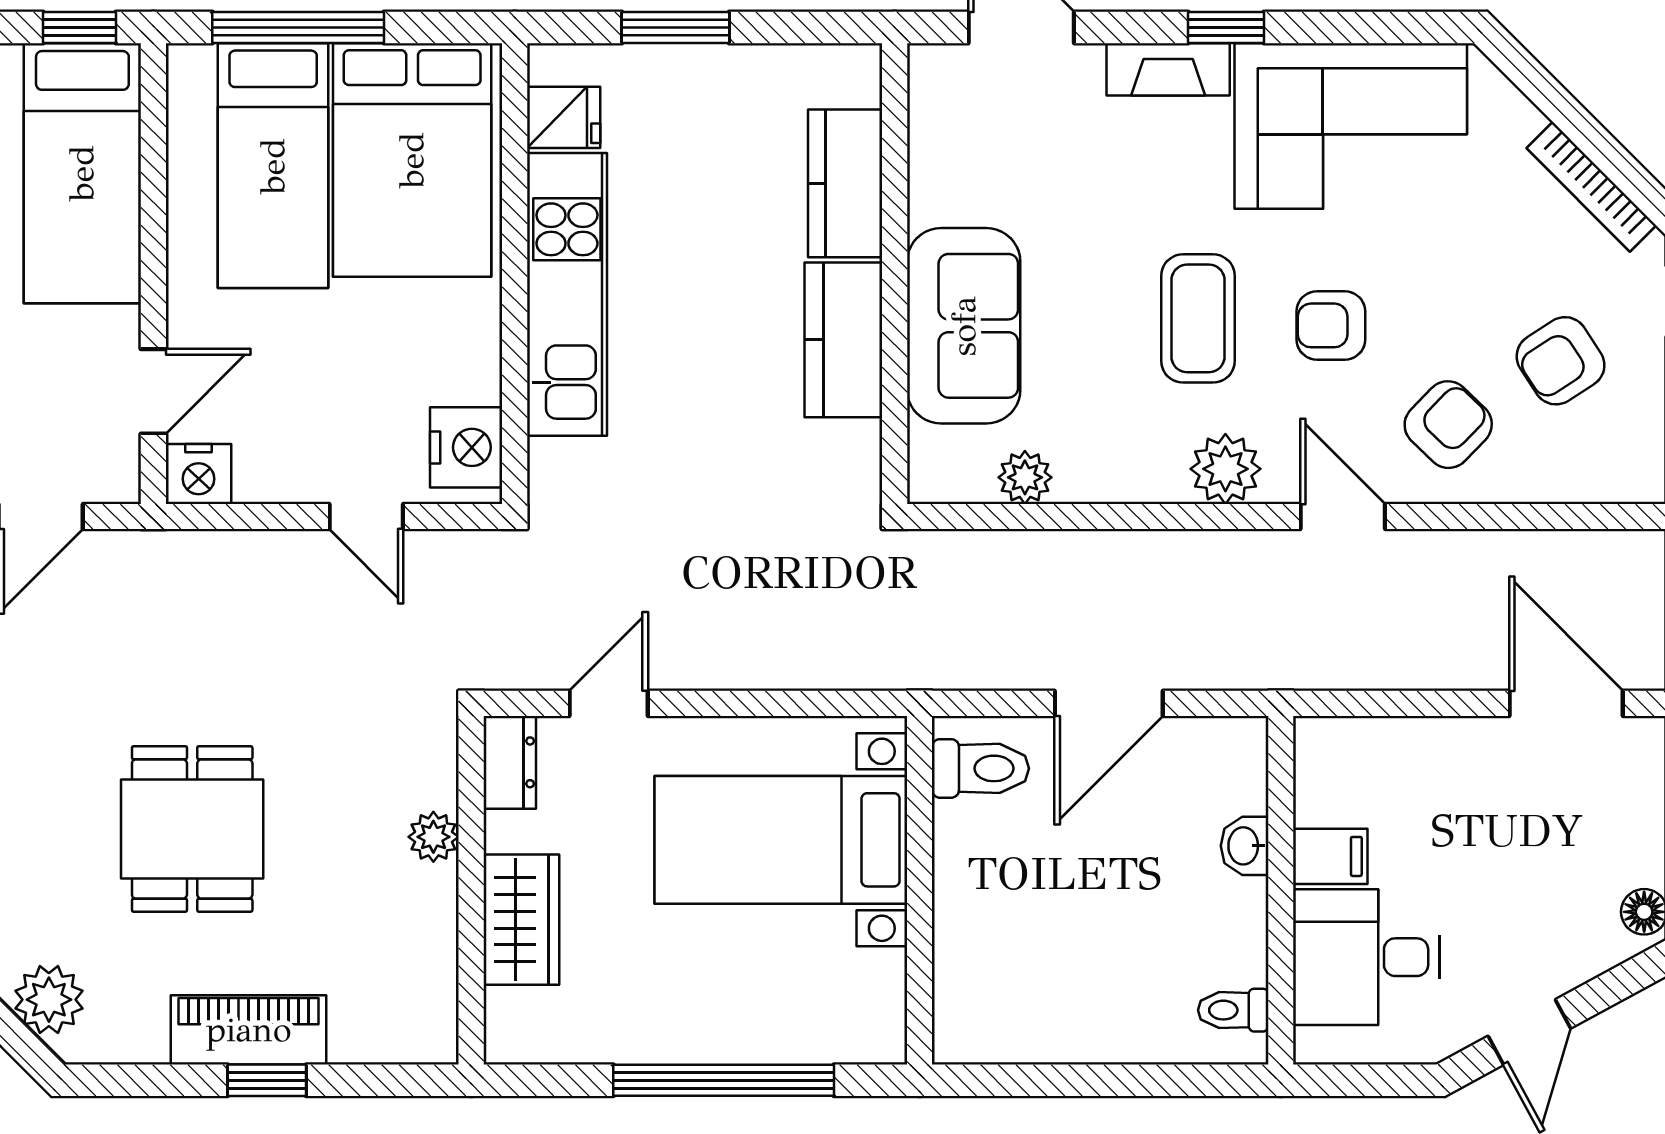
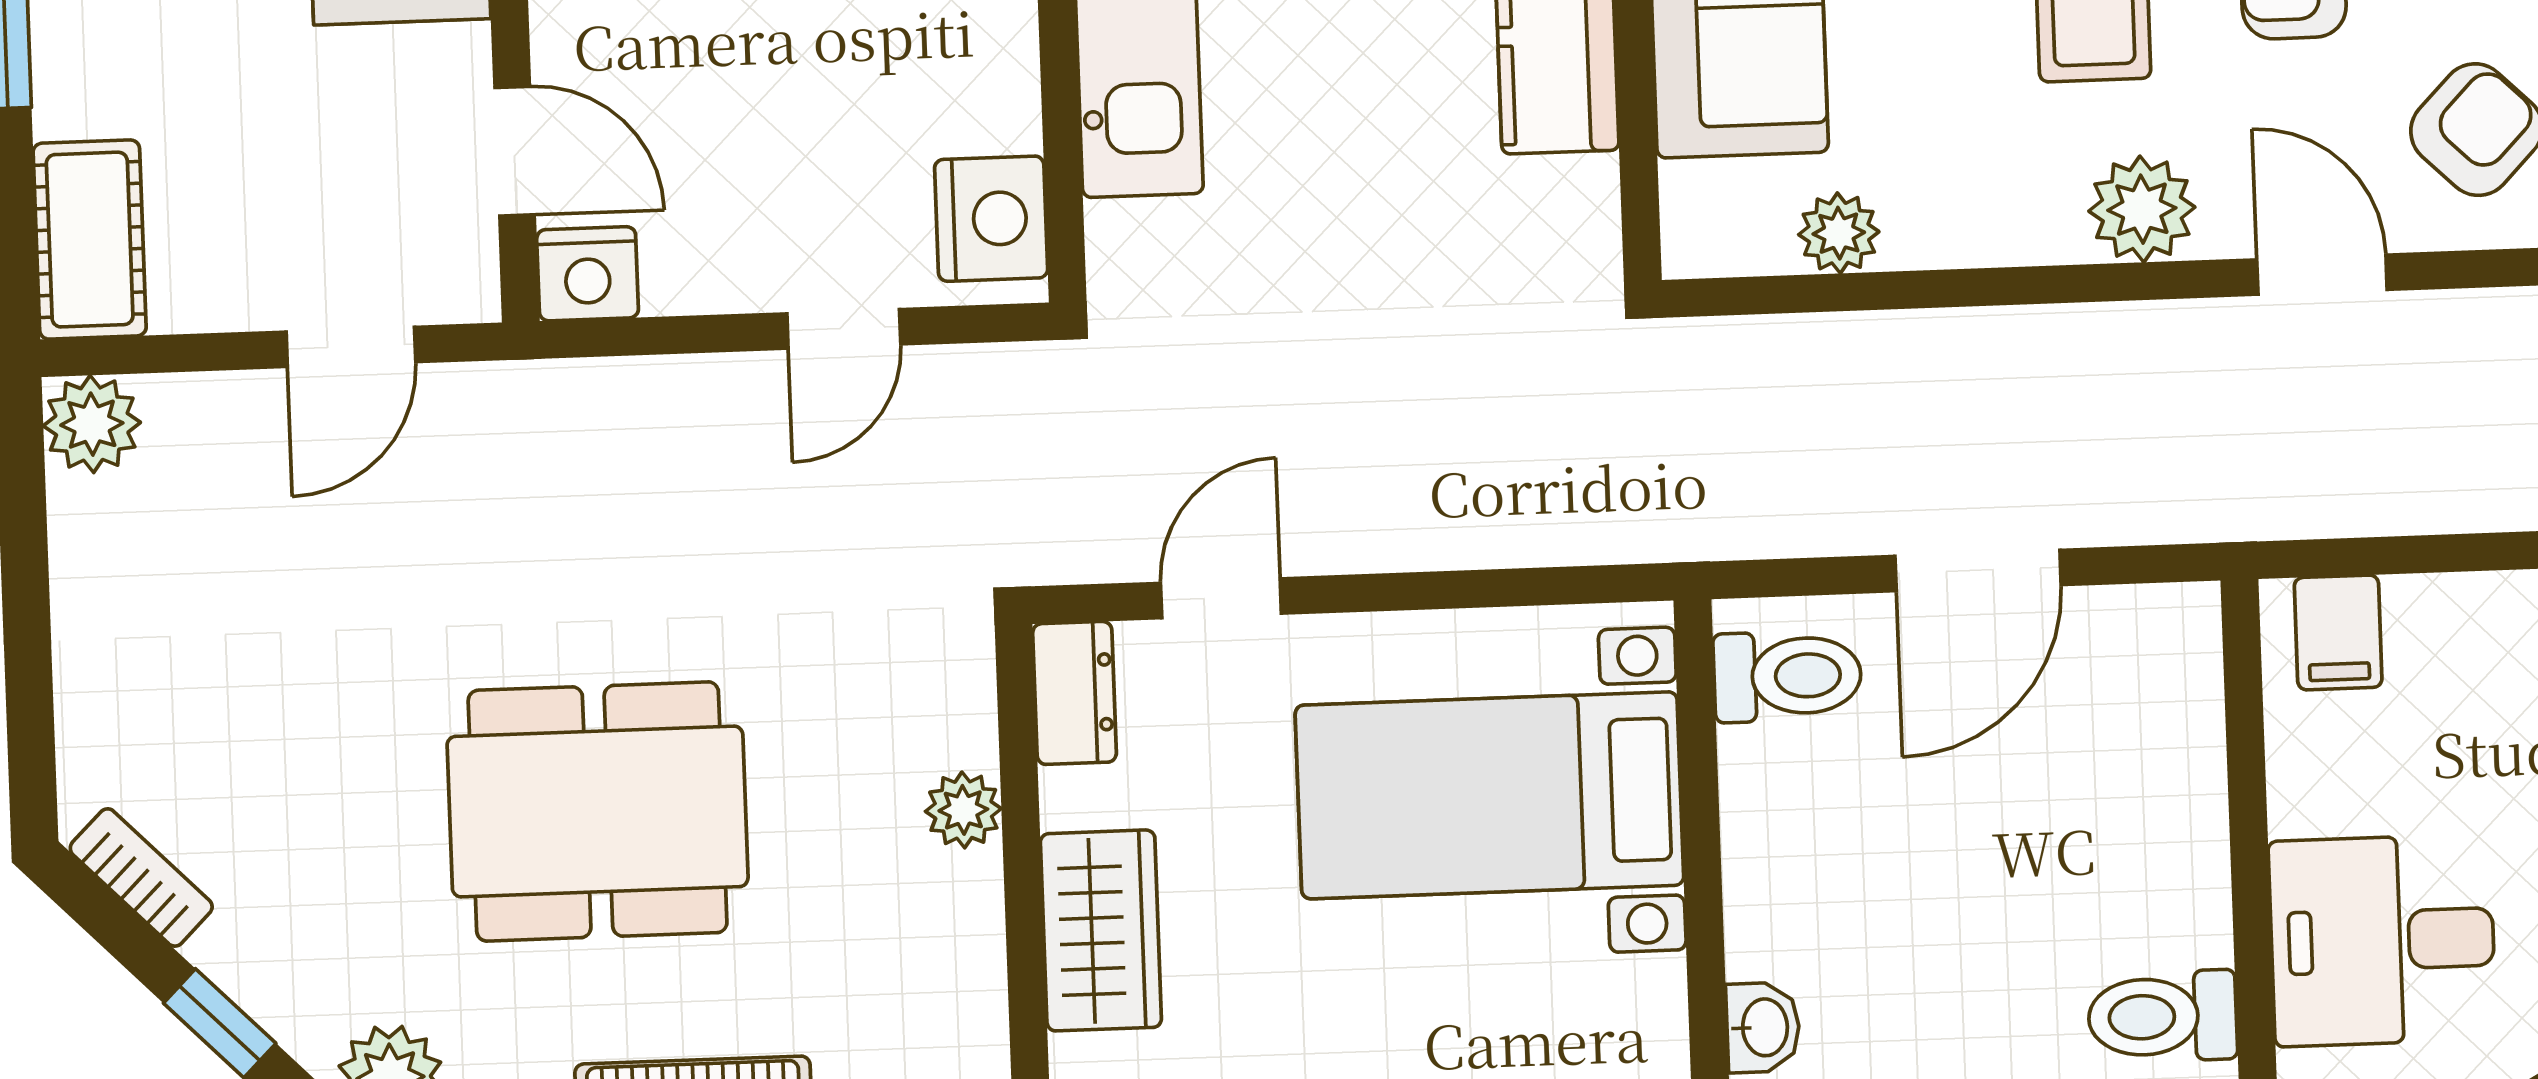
door: (153, 391) -> (515, 151), hinge flipped
door: (366, 517) -> (844, 329), hinge flipped
dining table: (192, 829) -> (598, 811), width x1.38
washbasin: (1245, 846) -> (1763, 1027), moved, turned 180
filing cabinet: (1330, 856) -> (2338, 632), moved, turned 90
toilet: (1233, 1010) -> (2163, 1016), width x1.37, depth x1.39

